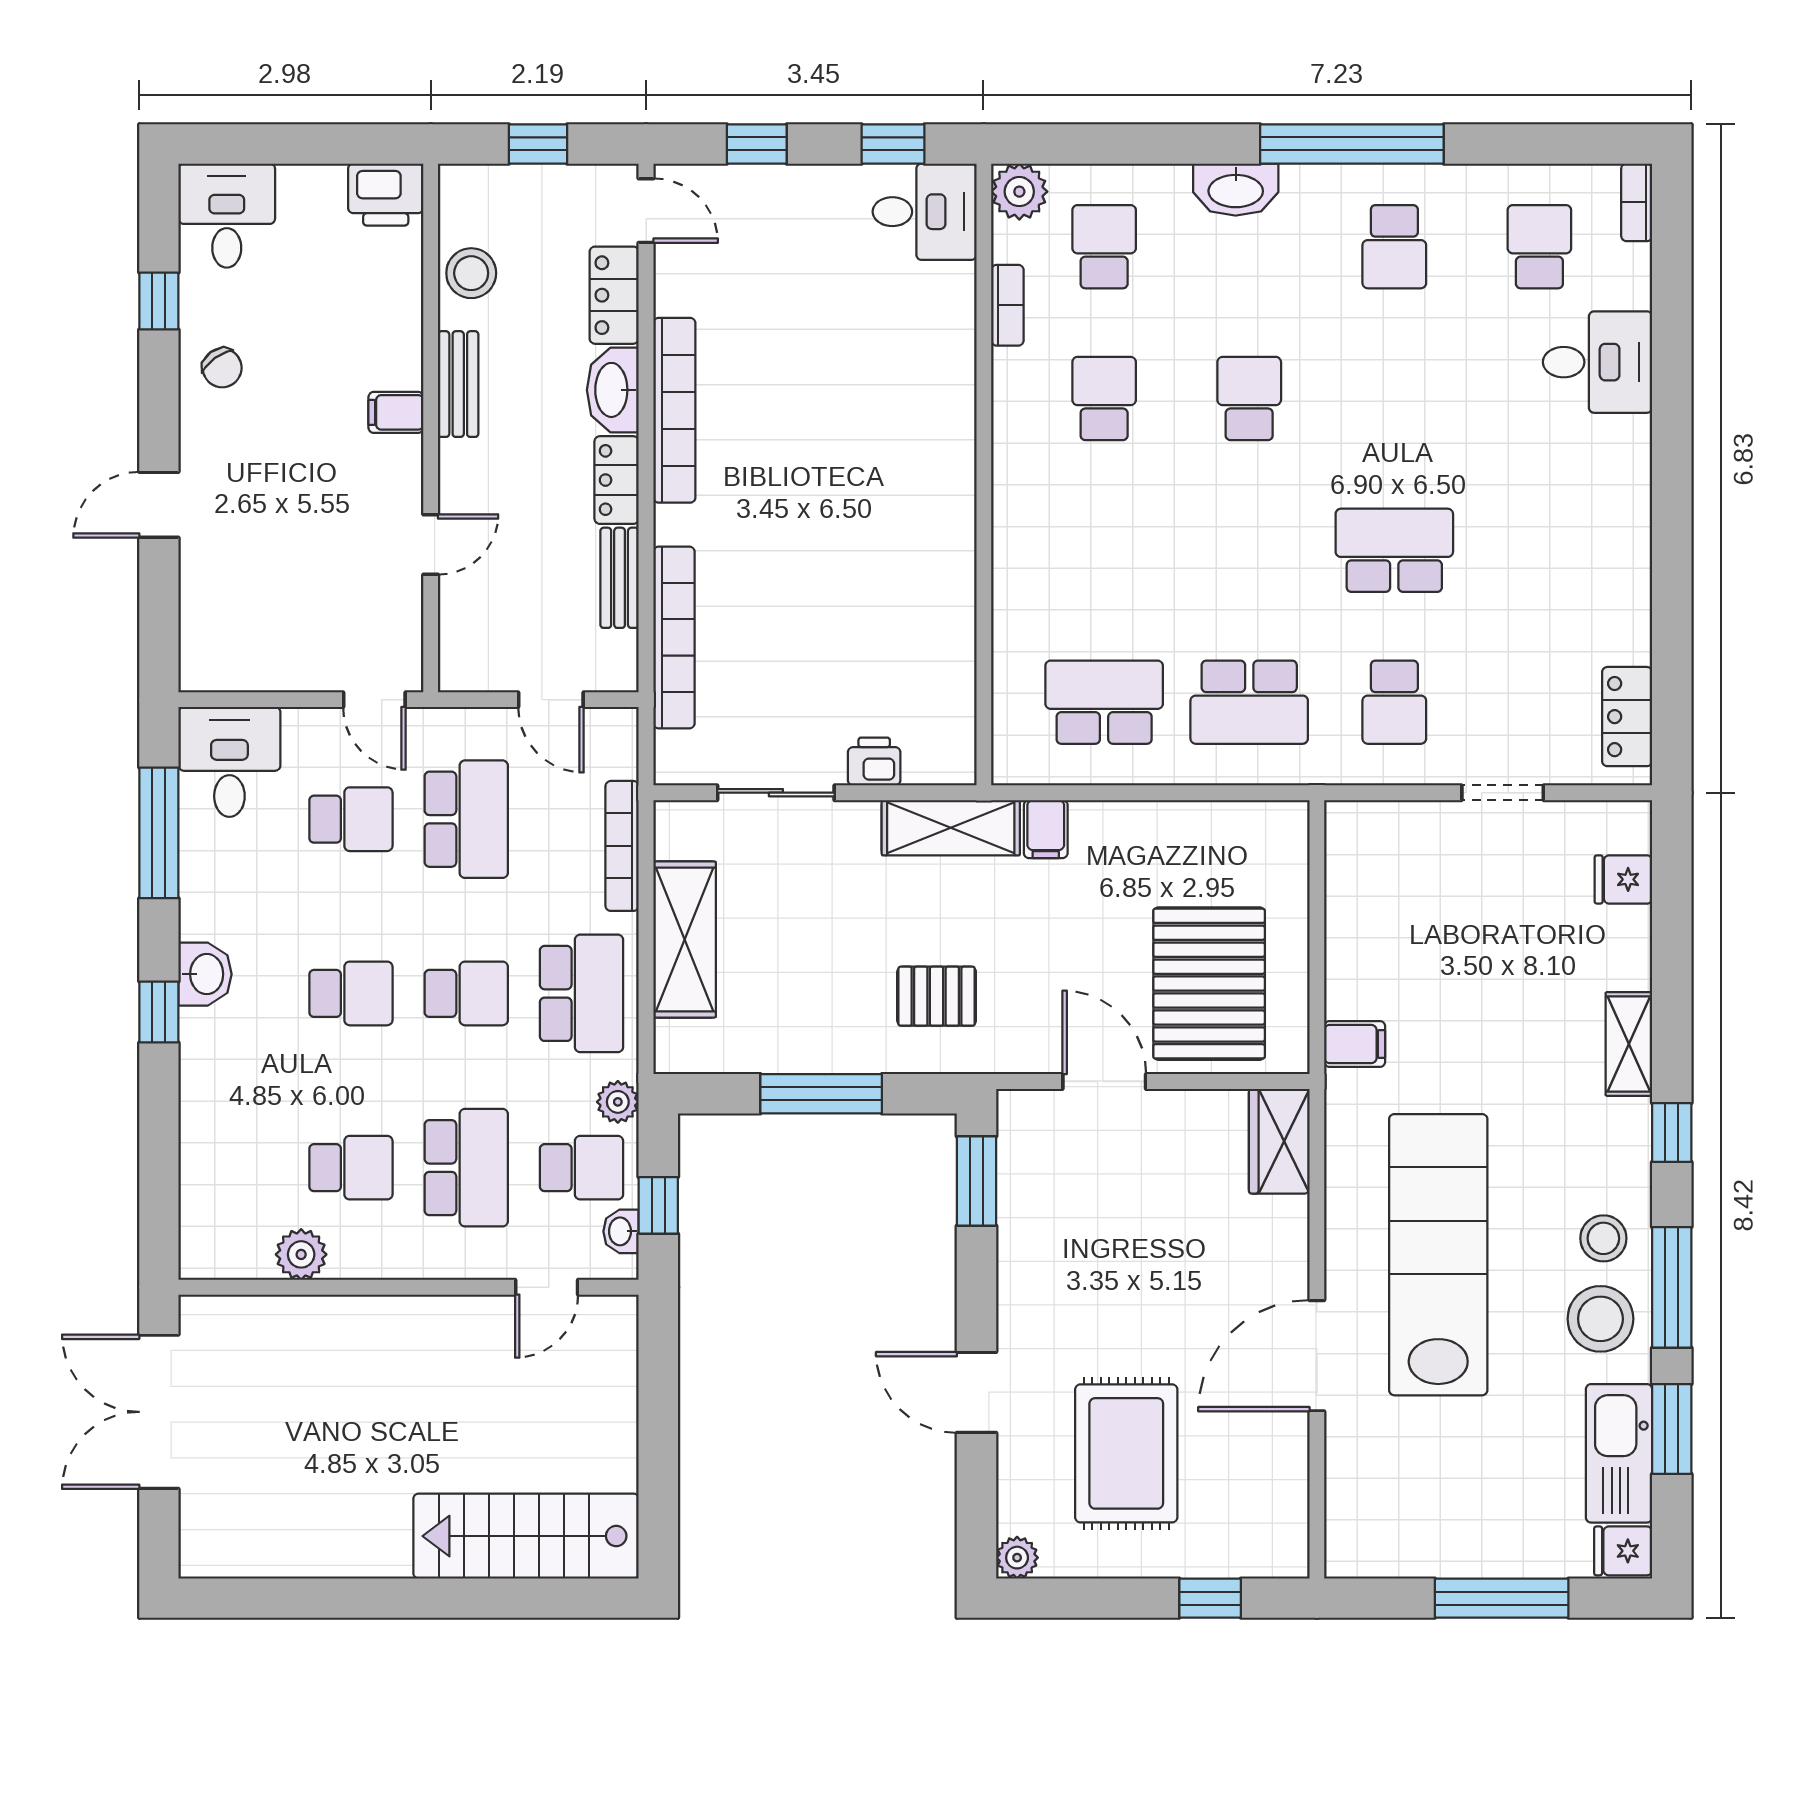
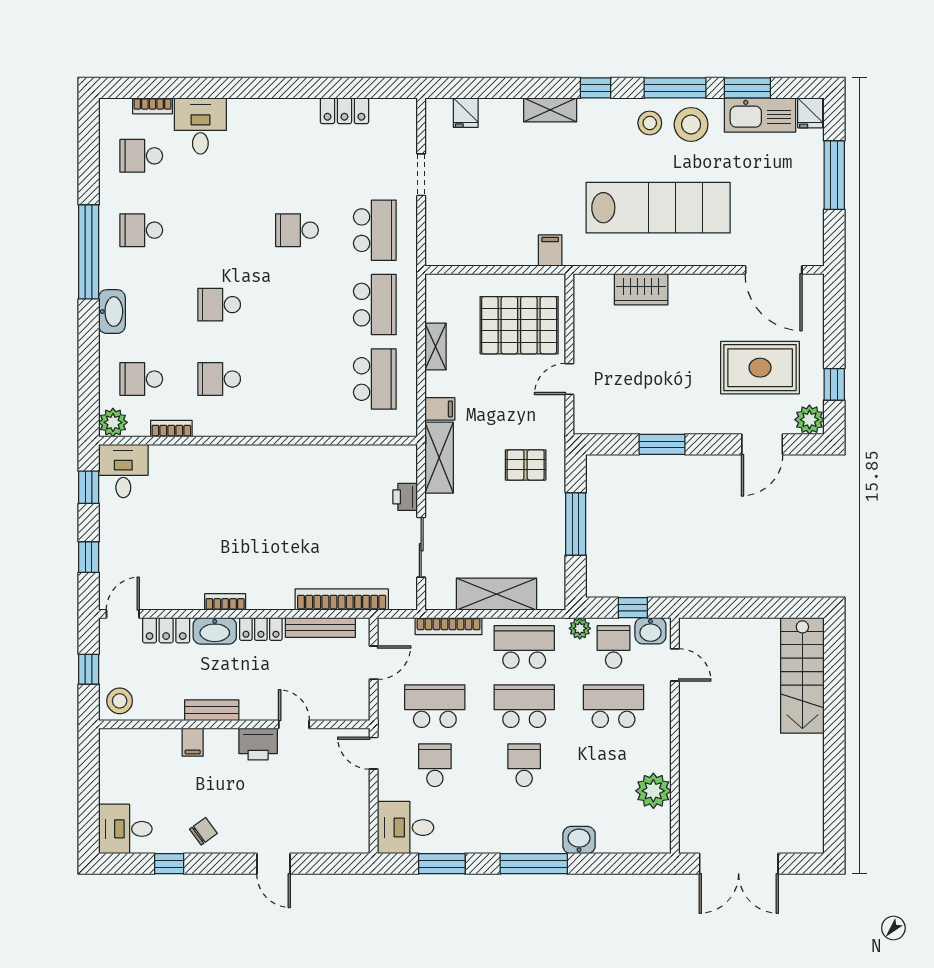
printer: (386, 195) -> (258, 744), moved, turned 90
bookcase: (1637, 202) -> (153, 106), moved
school desk: (1394, 247) -> (141, 230), turned 180
stool: (471, 273) -> (120, 701), moved
bookcase: (674, 410) -> (225, 602), width x0.43, depth x0.76
filing cabinet: (396, 412) -> (193, 742), moved
school desk: (1394, 550) -> (297, 230), width x0.54
bench: (620, 578) -> (320, 627), width x1.36
door: (374, 700) -> (374, 753), swing flipped
school desk: (1104, 702) -> (375, 379), turned 180
school desk: (1394, 702) -> (375, 230), width x1.85
locker: (1627, 717) -> (344, 111), moved
shelving: (1168, 821) -> (436, 347), added
window: (159, 833) -> (442, 864), width x0.69
washbasin: (205, 974) -> (579, 840), moved
school desk: (466, 993) -> (524, 706), width x1.85
pallet: (937, 996) -> (526, 465), turned 90
window: (159, 1012) -> (534, 864), width x2.17
door: (1104, 1082) -> (569, 379), width x0.73
wardrobe: (1279, 1141) -> (641, 289), moved
school desk: (351, 1168) -> (614, 765), removed
window: (977, 1181) -> (662, 444), moved
washbasin: (621, 1231) -> (650, 631), width x1.38, depth x1.45
plant: (301, 1254) -> (653, 791), width x1.36, depth x1.36
lab bench: (1438, 1255) -> (658, 208), turned 180
door: (1317, 1356) -> (774, 270), moved
door: (977, 1392) -> (762, 444), moved
plant: (1017, 1558) -> (809, 420), width x1.38, depth x1.38
window: (1210, 1598) -> (834, 384), moved

